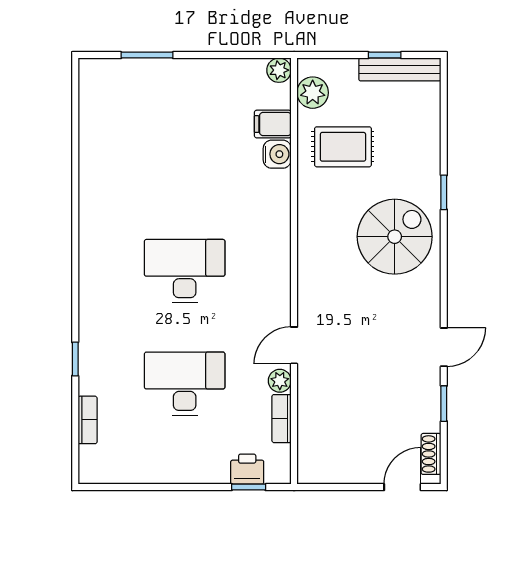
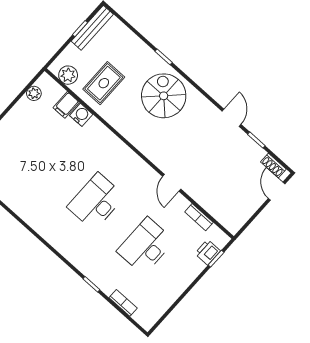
plant: (279, 70) -> (34, 93), moved
plant: (280, 381) -> (182, 203), removed

